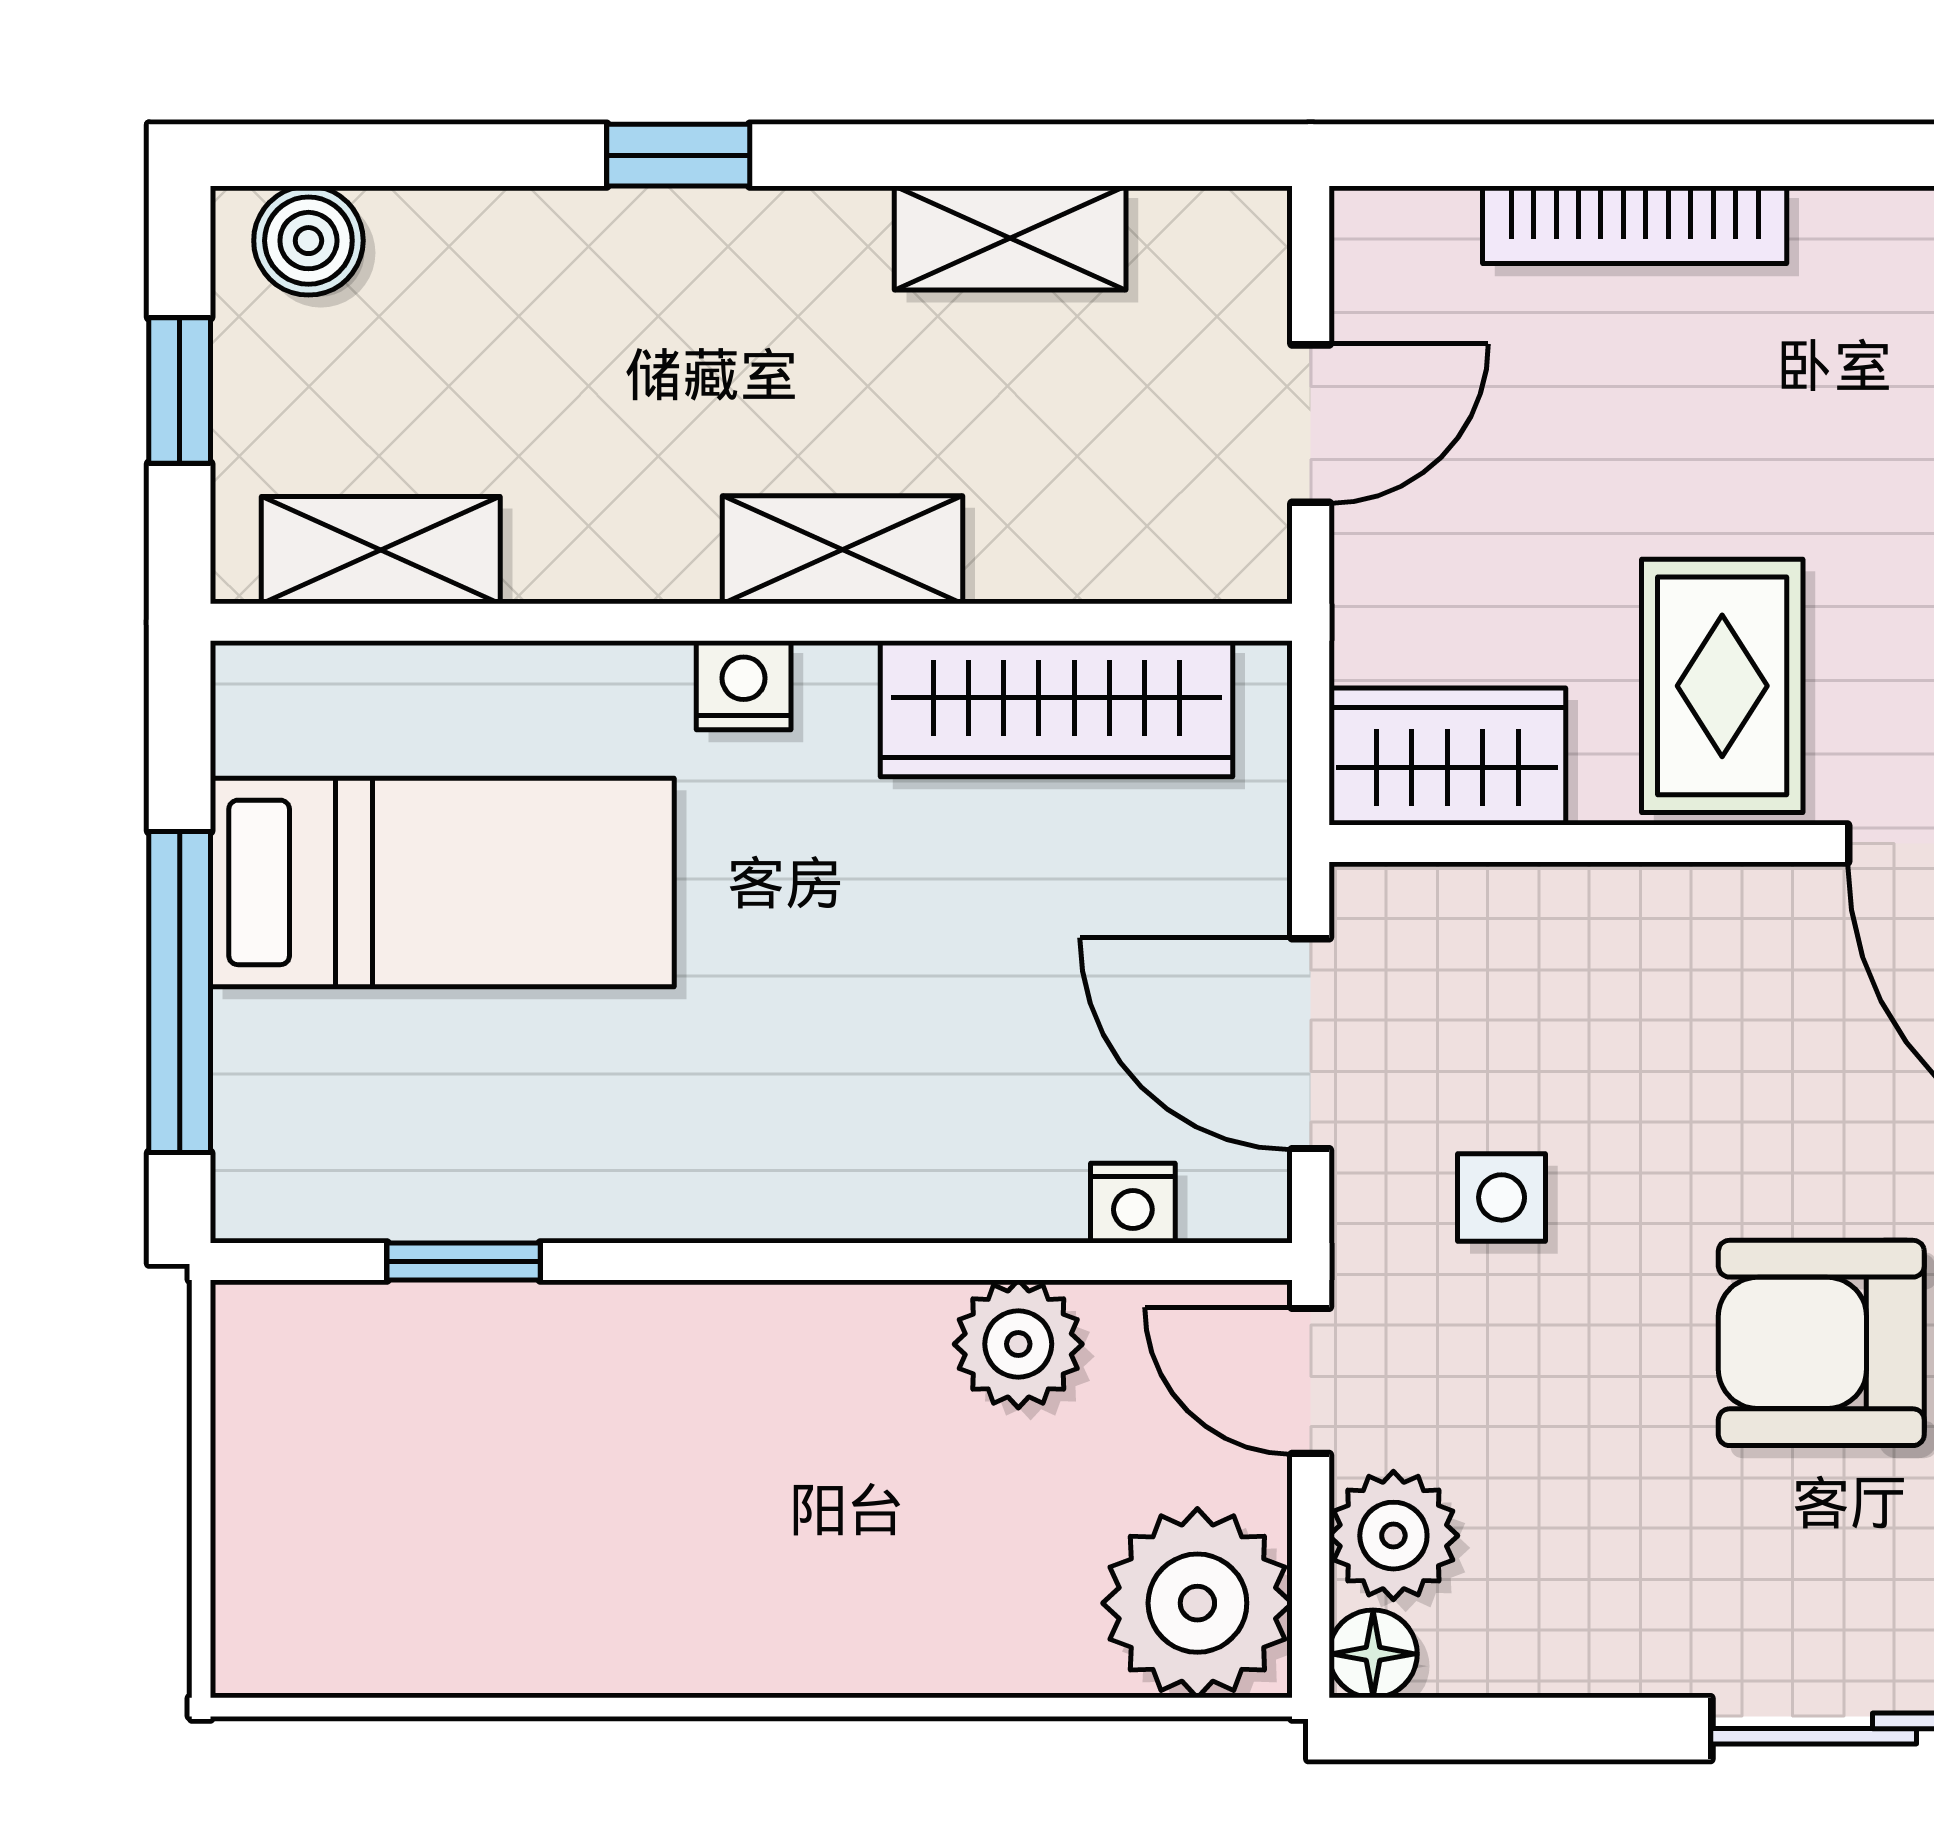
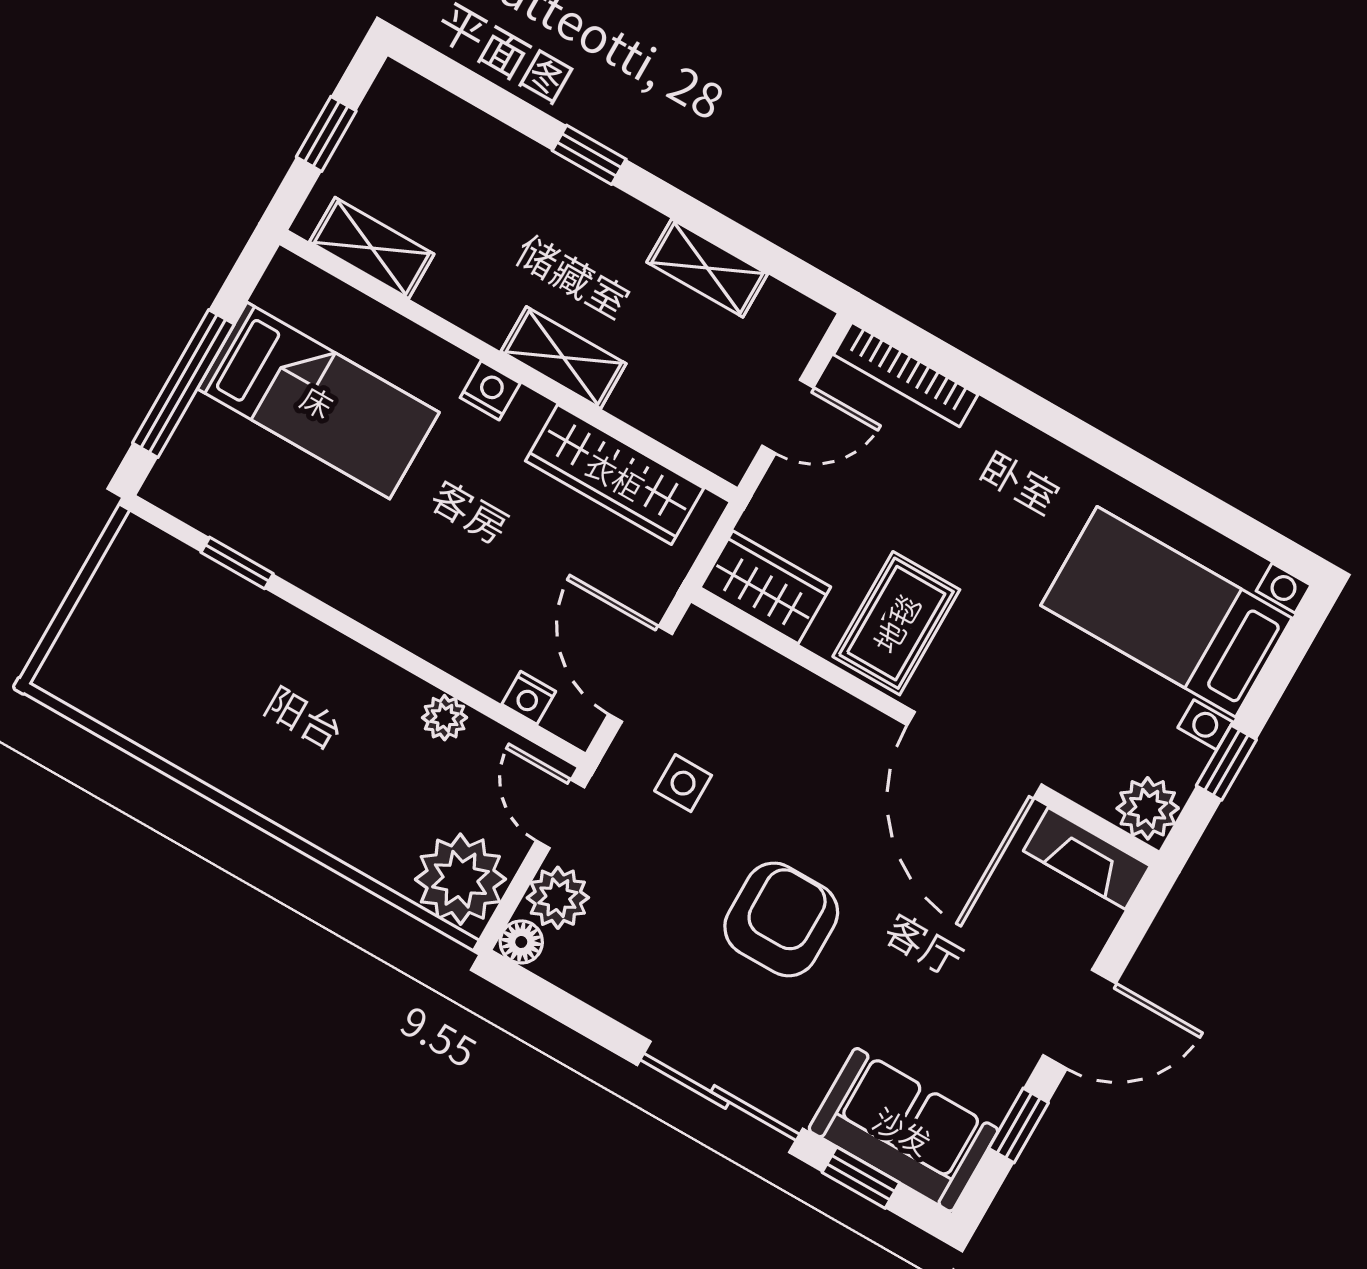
bookcase: (1635, 225) -> (906, 375), moved
boiler: (308, 241) -> (415, 102), removed
armchair: (1821, 1343) -> (781, 919), turned 90
plant: (1018, 1344) -> (445, 718), width x0.73, depth x0.73

